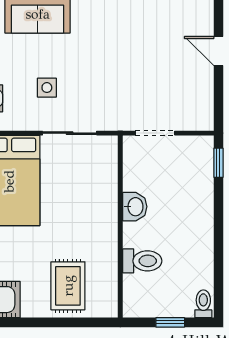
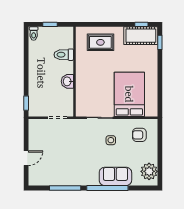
door: (218, 51) -> (26, 158), hinge flipped
rug: (68, 286) -> (100, 42), turned 90

